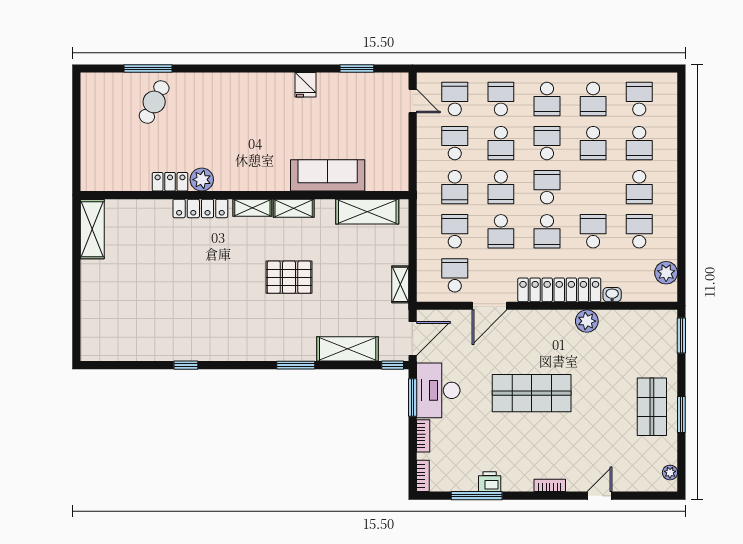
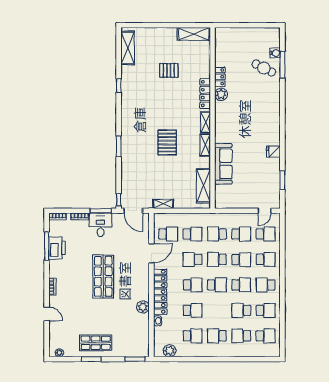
water cooler: (127, 82) -> (275, 53), added
school desk: (593, 99) -> (266, 310), turned 180
school desk: (501, 143) -> (241, 259), turned 180
school desk: (547, 231) -> (193, 285), turned 180
pallet: (158, 274) -> (169, 70), added
door: (489, 306) -> (151, 253), swing flipped
shelving: (348, 349) -> (128, 48), moved
desk: (438, 390) -> (101, 225), width x0.73
printer: (490, 482) -> (57, 248), width x1.87, depth x1.48

